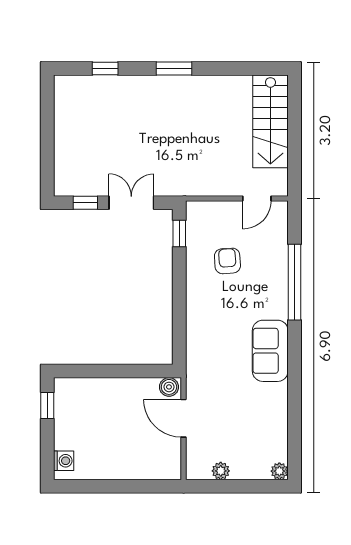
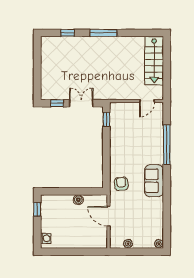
window: (174, 69) -> (104, 33), width x1.44
armchair: (227, 261) -> (121, 184), moved
boiler: (169, 387) -> (78, 200), moved

